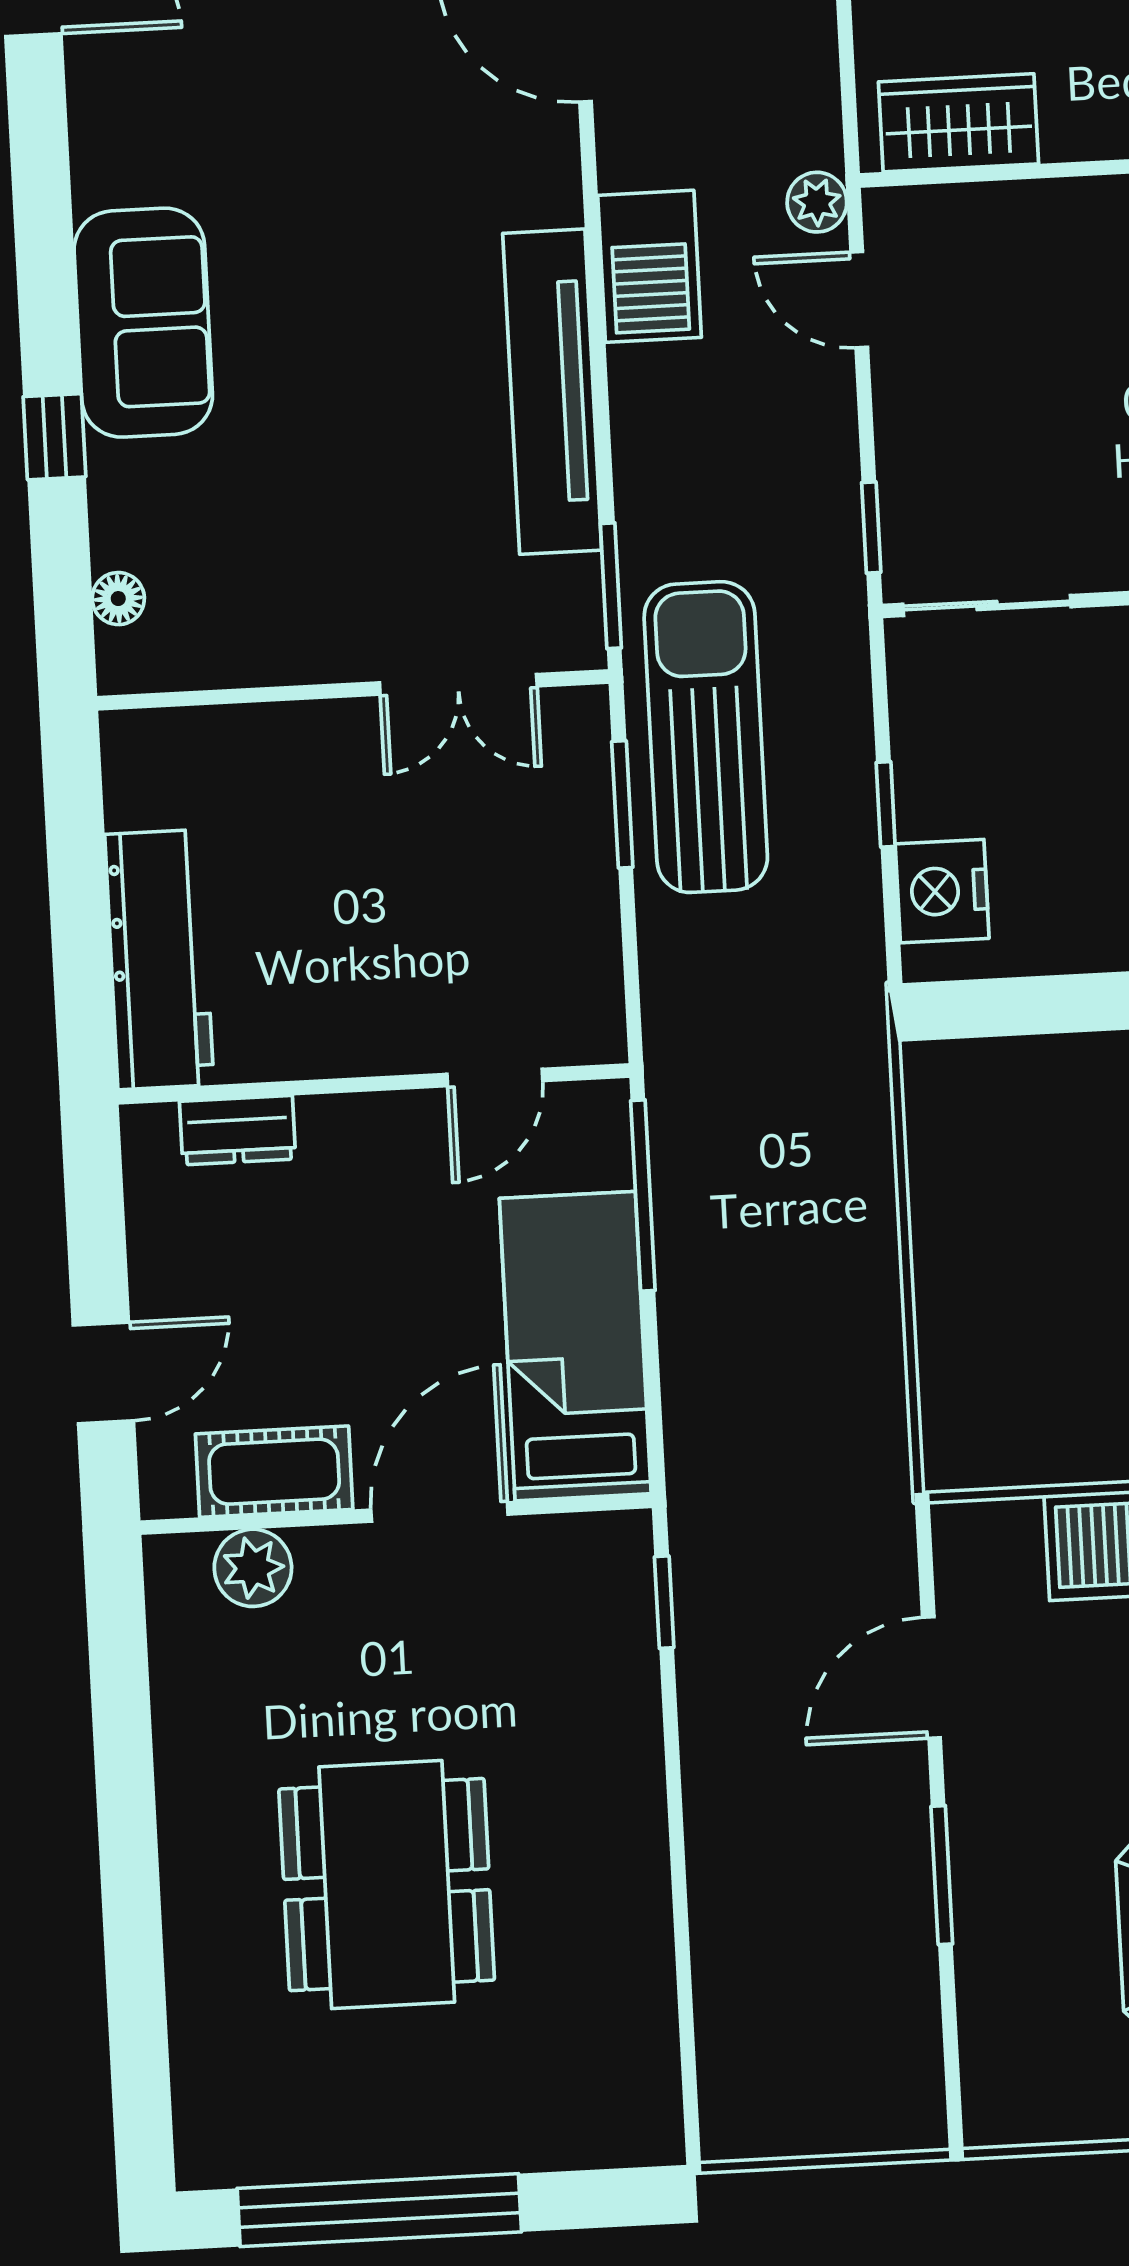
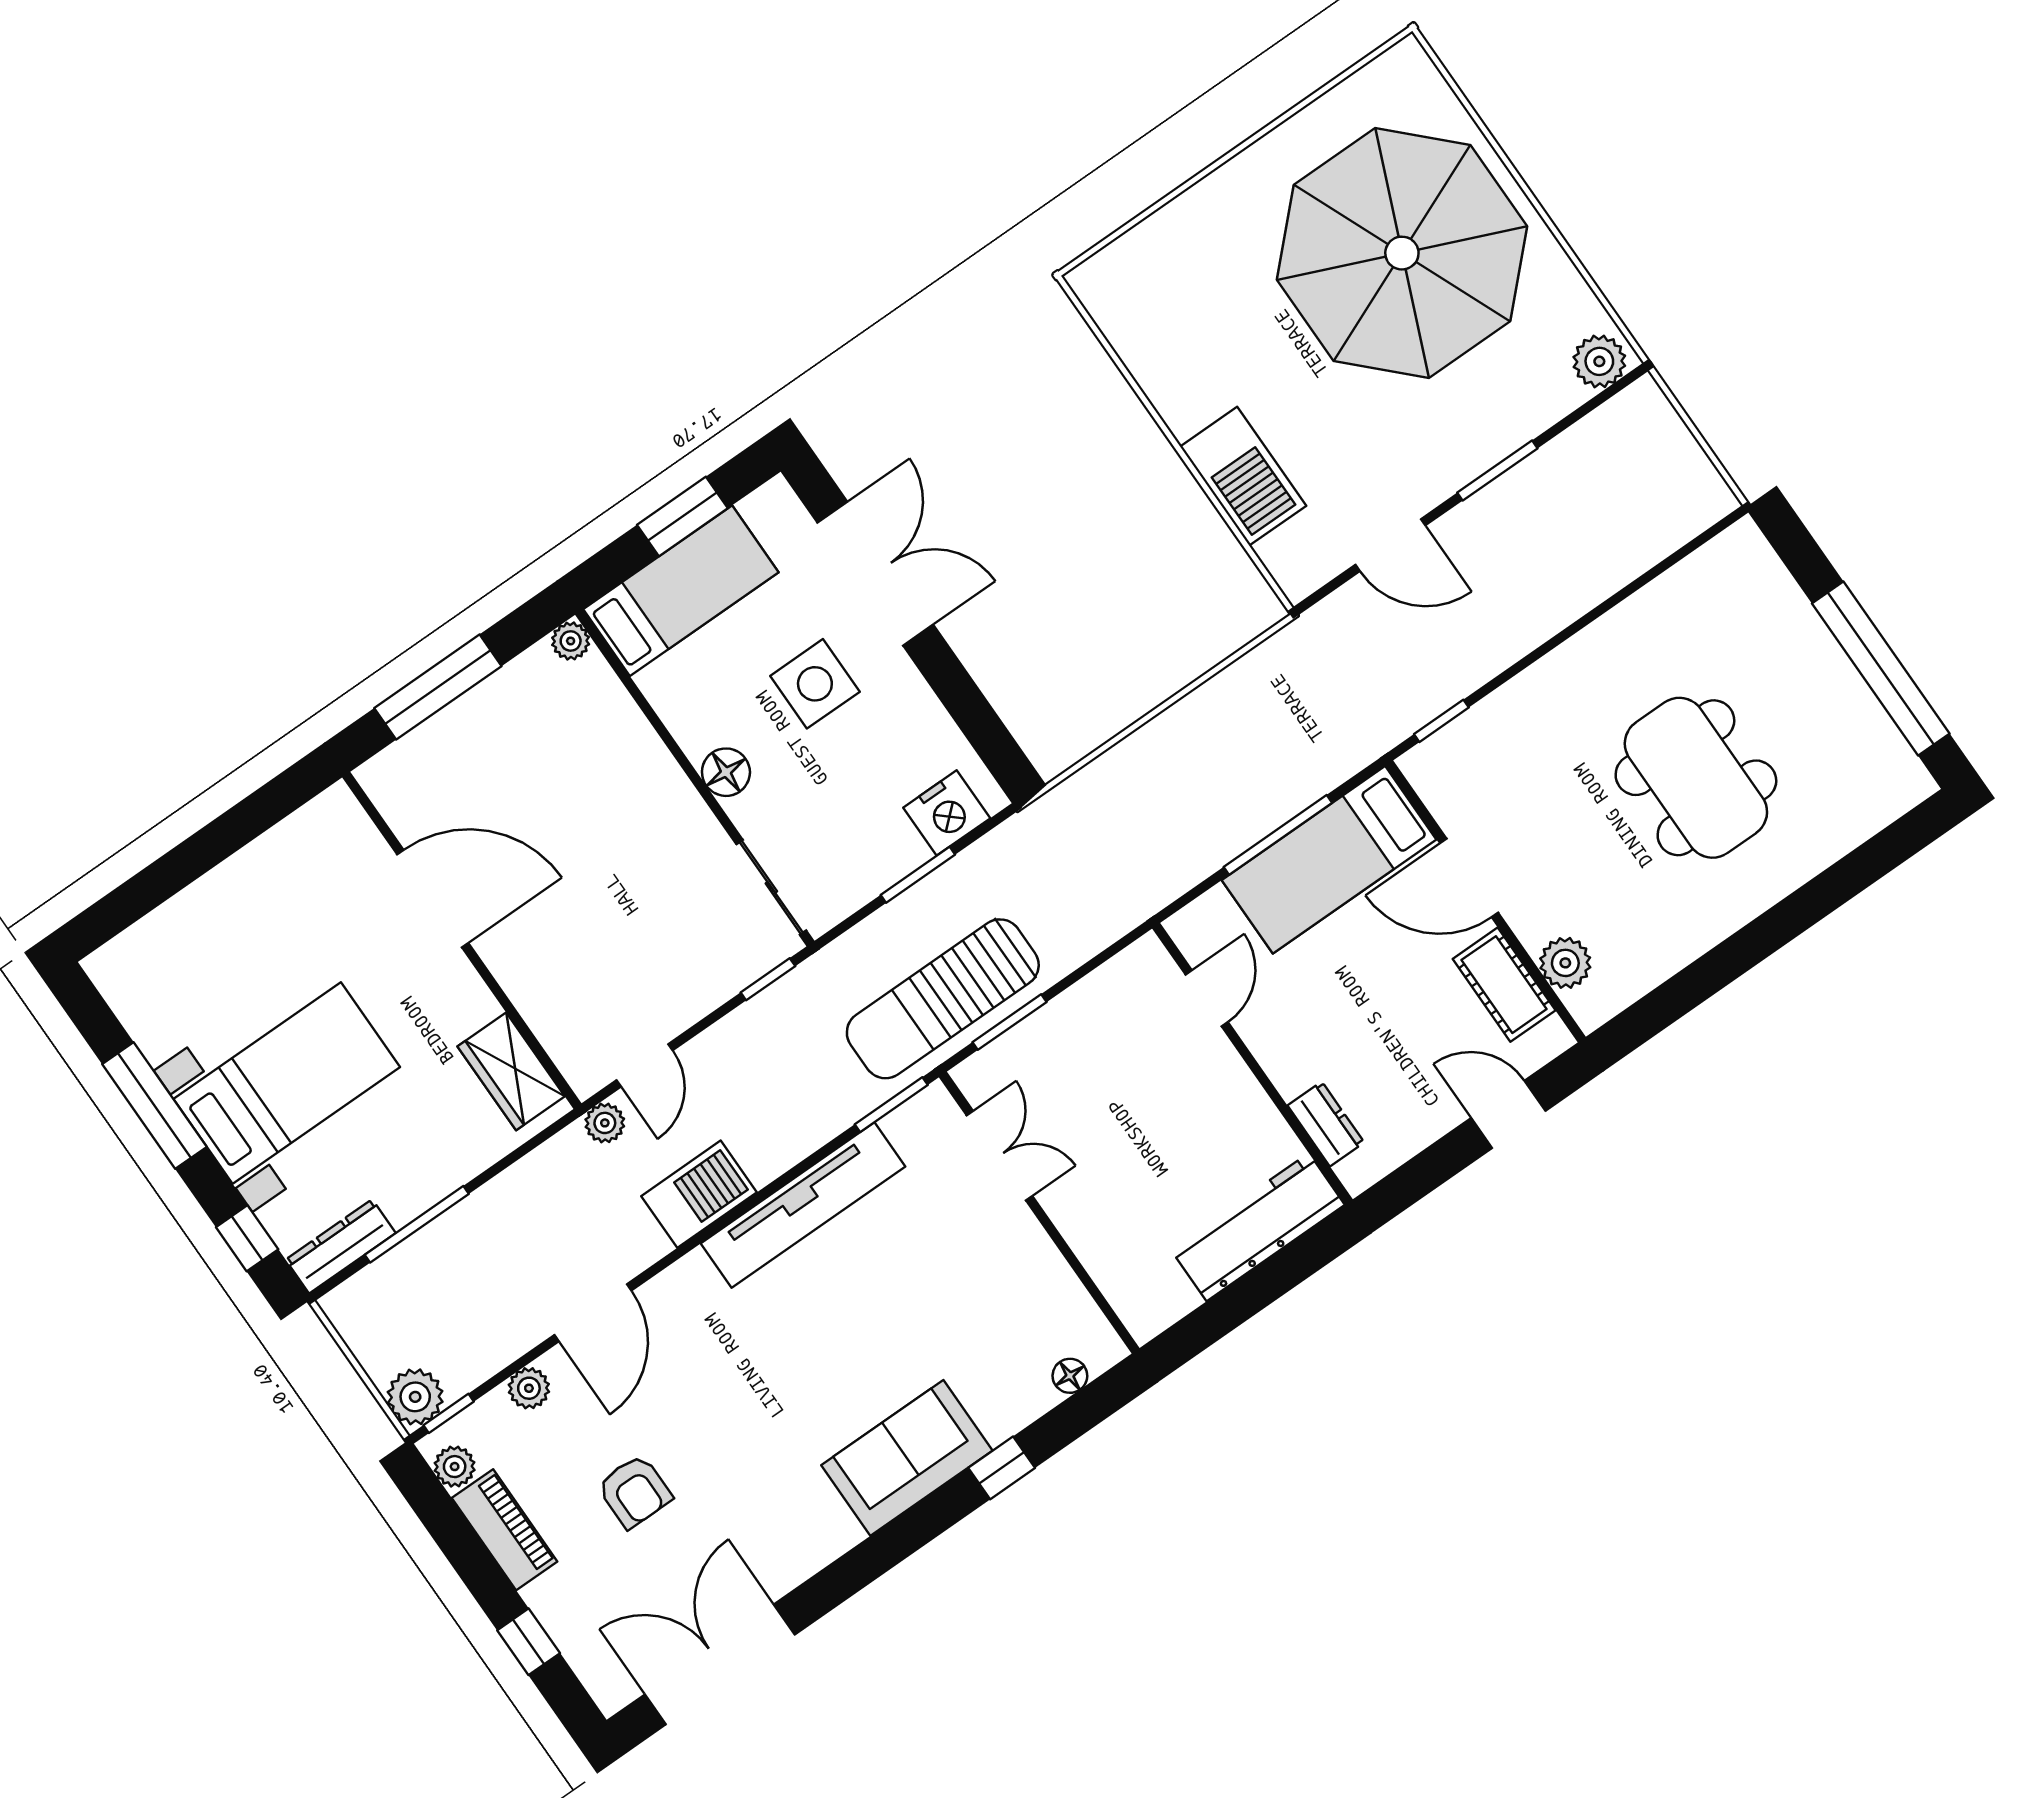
window: (886, 804) -> (918, 875), width x1.50
door: (495, 1078) -> (1207, 998), hinge flipped
window: (643, 1196) -> (1278, 835), moved
dining table: (387, 1885) -> (1696, 778), turned 90
plant: (1001, 2094) -> (1599, 361), added

